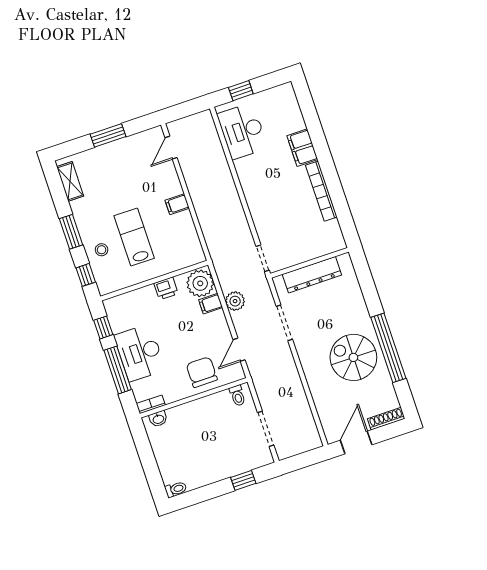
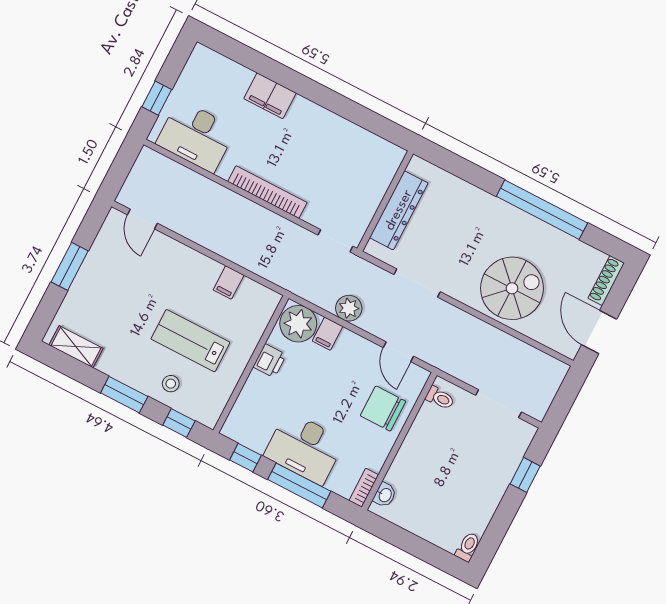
bookcase: (321, 191) -> (267, 192), moved, turned 180
filing cabinet: (177, 204) -> (229, 282), moved
spiral stairs: (353, 357) -> (512, 288), moved, turned 180

